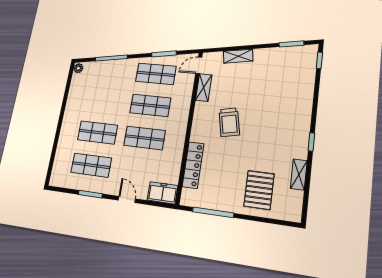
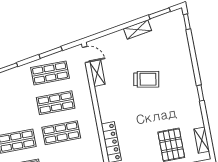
shelving: (238, 56) -> (137, 29), moved
door: (199, 65) -> (86, 54), swing flipped
trolley: (229, 122) -> (146, 79), moved, turned -68
shelving: (299, 175) -> (202, 140), moved

